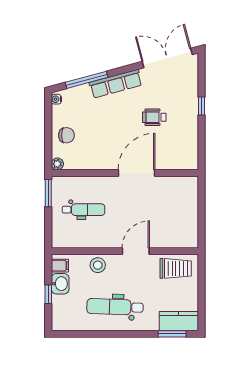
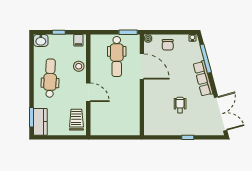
door: (137, 173) -> (142, 66), moved
dental chair: (84, 210) -> (117, 56), width x1.36, depth x1.38
trolley: (176, 268) -> (76, 120), turned 180
washbasin: (60, 284) -> (41, 40), moved

